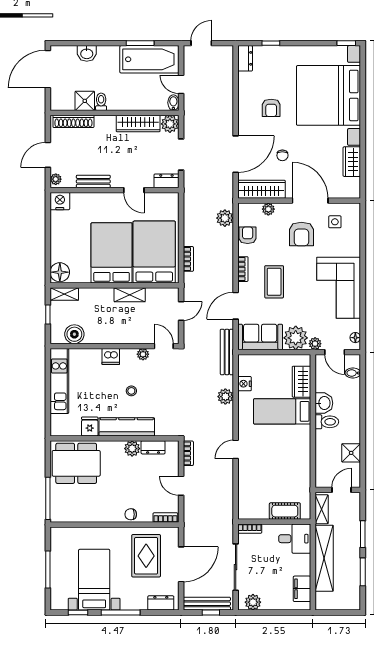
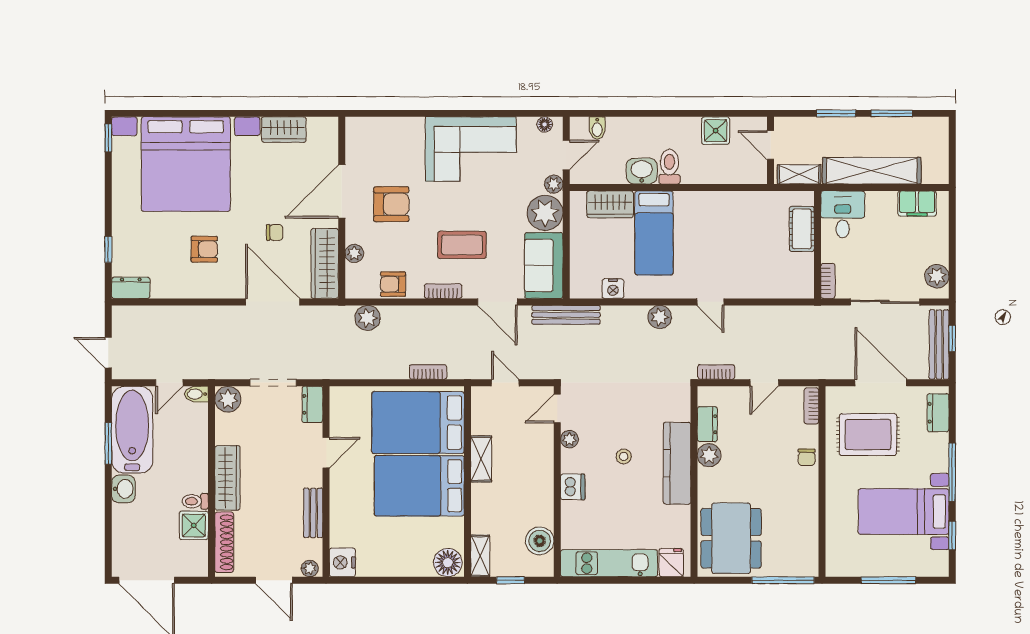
washbasin: (87, 53) -> (123, 489), moved
wardrobe: (138, 124) -> (227, 478), moved
side table: (335, 222) -> (373, 155), removed
plant: (225, 397) -> (660, 317), moved
fridge: (90, 427) -> (671, 563), moved, turned 90

